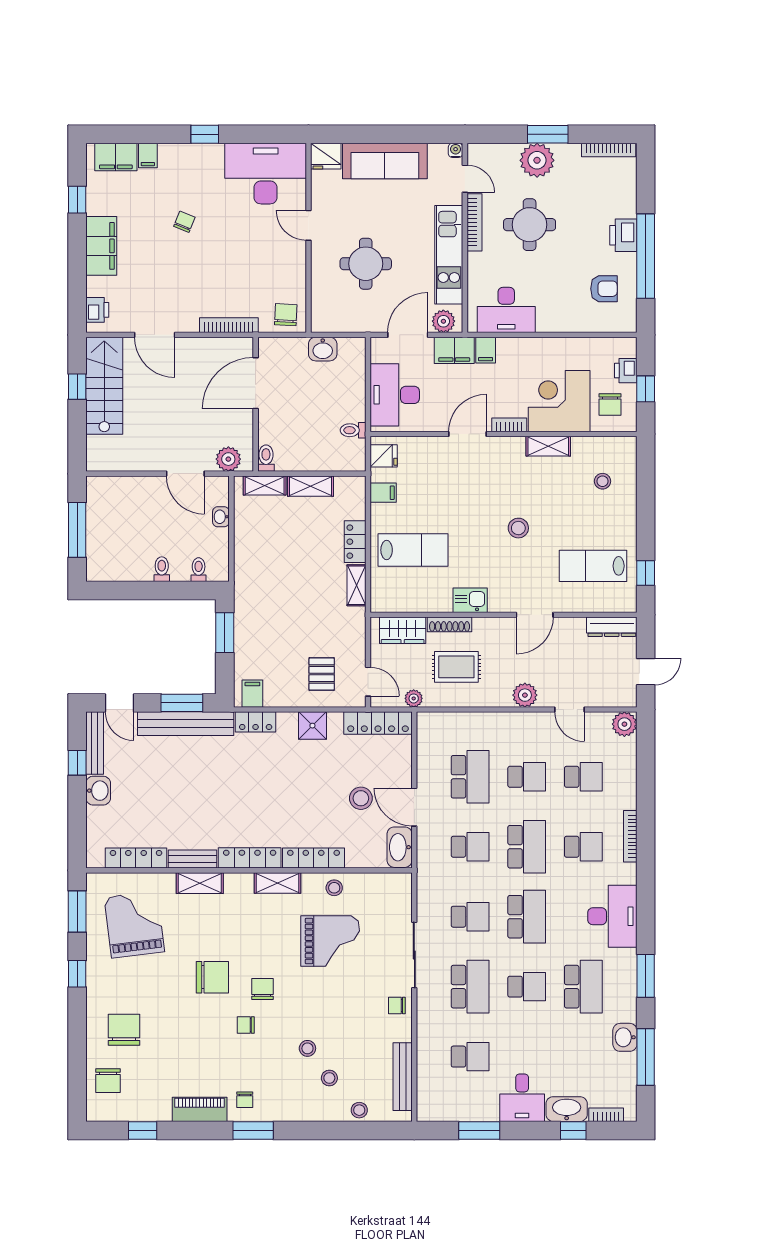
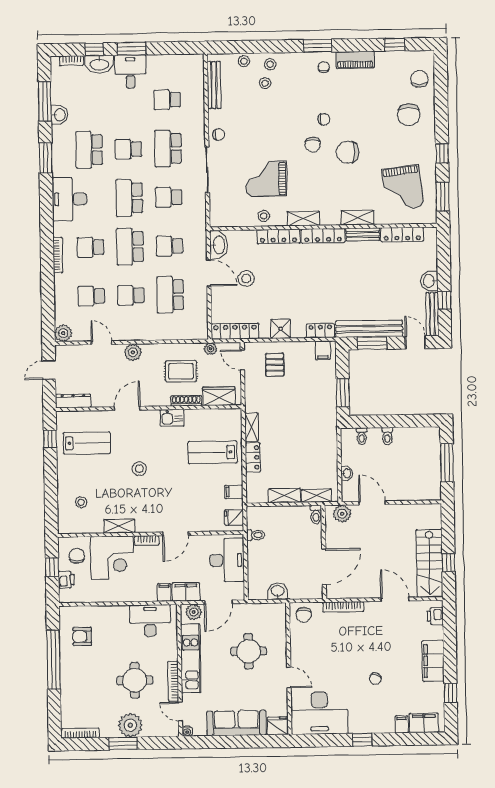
printer: (623, 235) -> (69, 674), removed
stool: (307, 1048) -> (270, 64), moved
window: (479, 1130) -> (131, 49), moved

